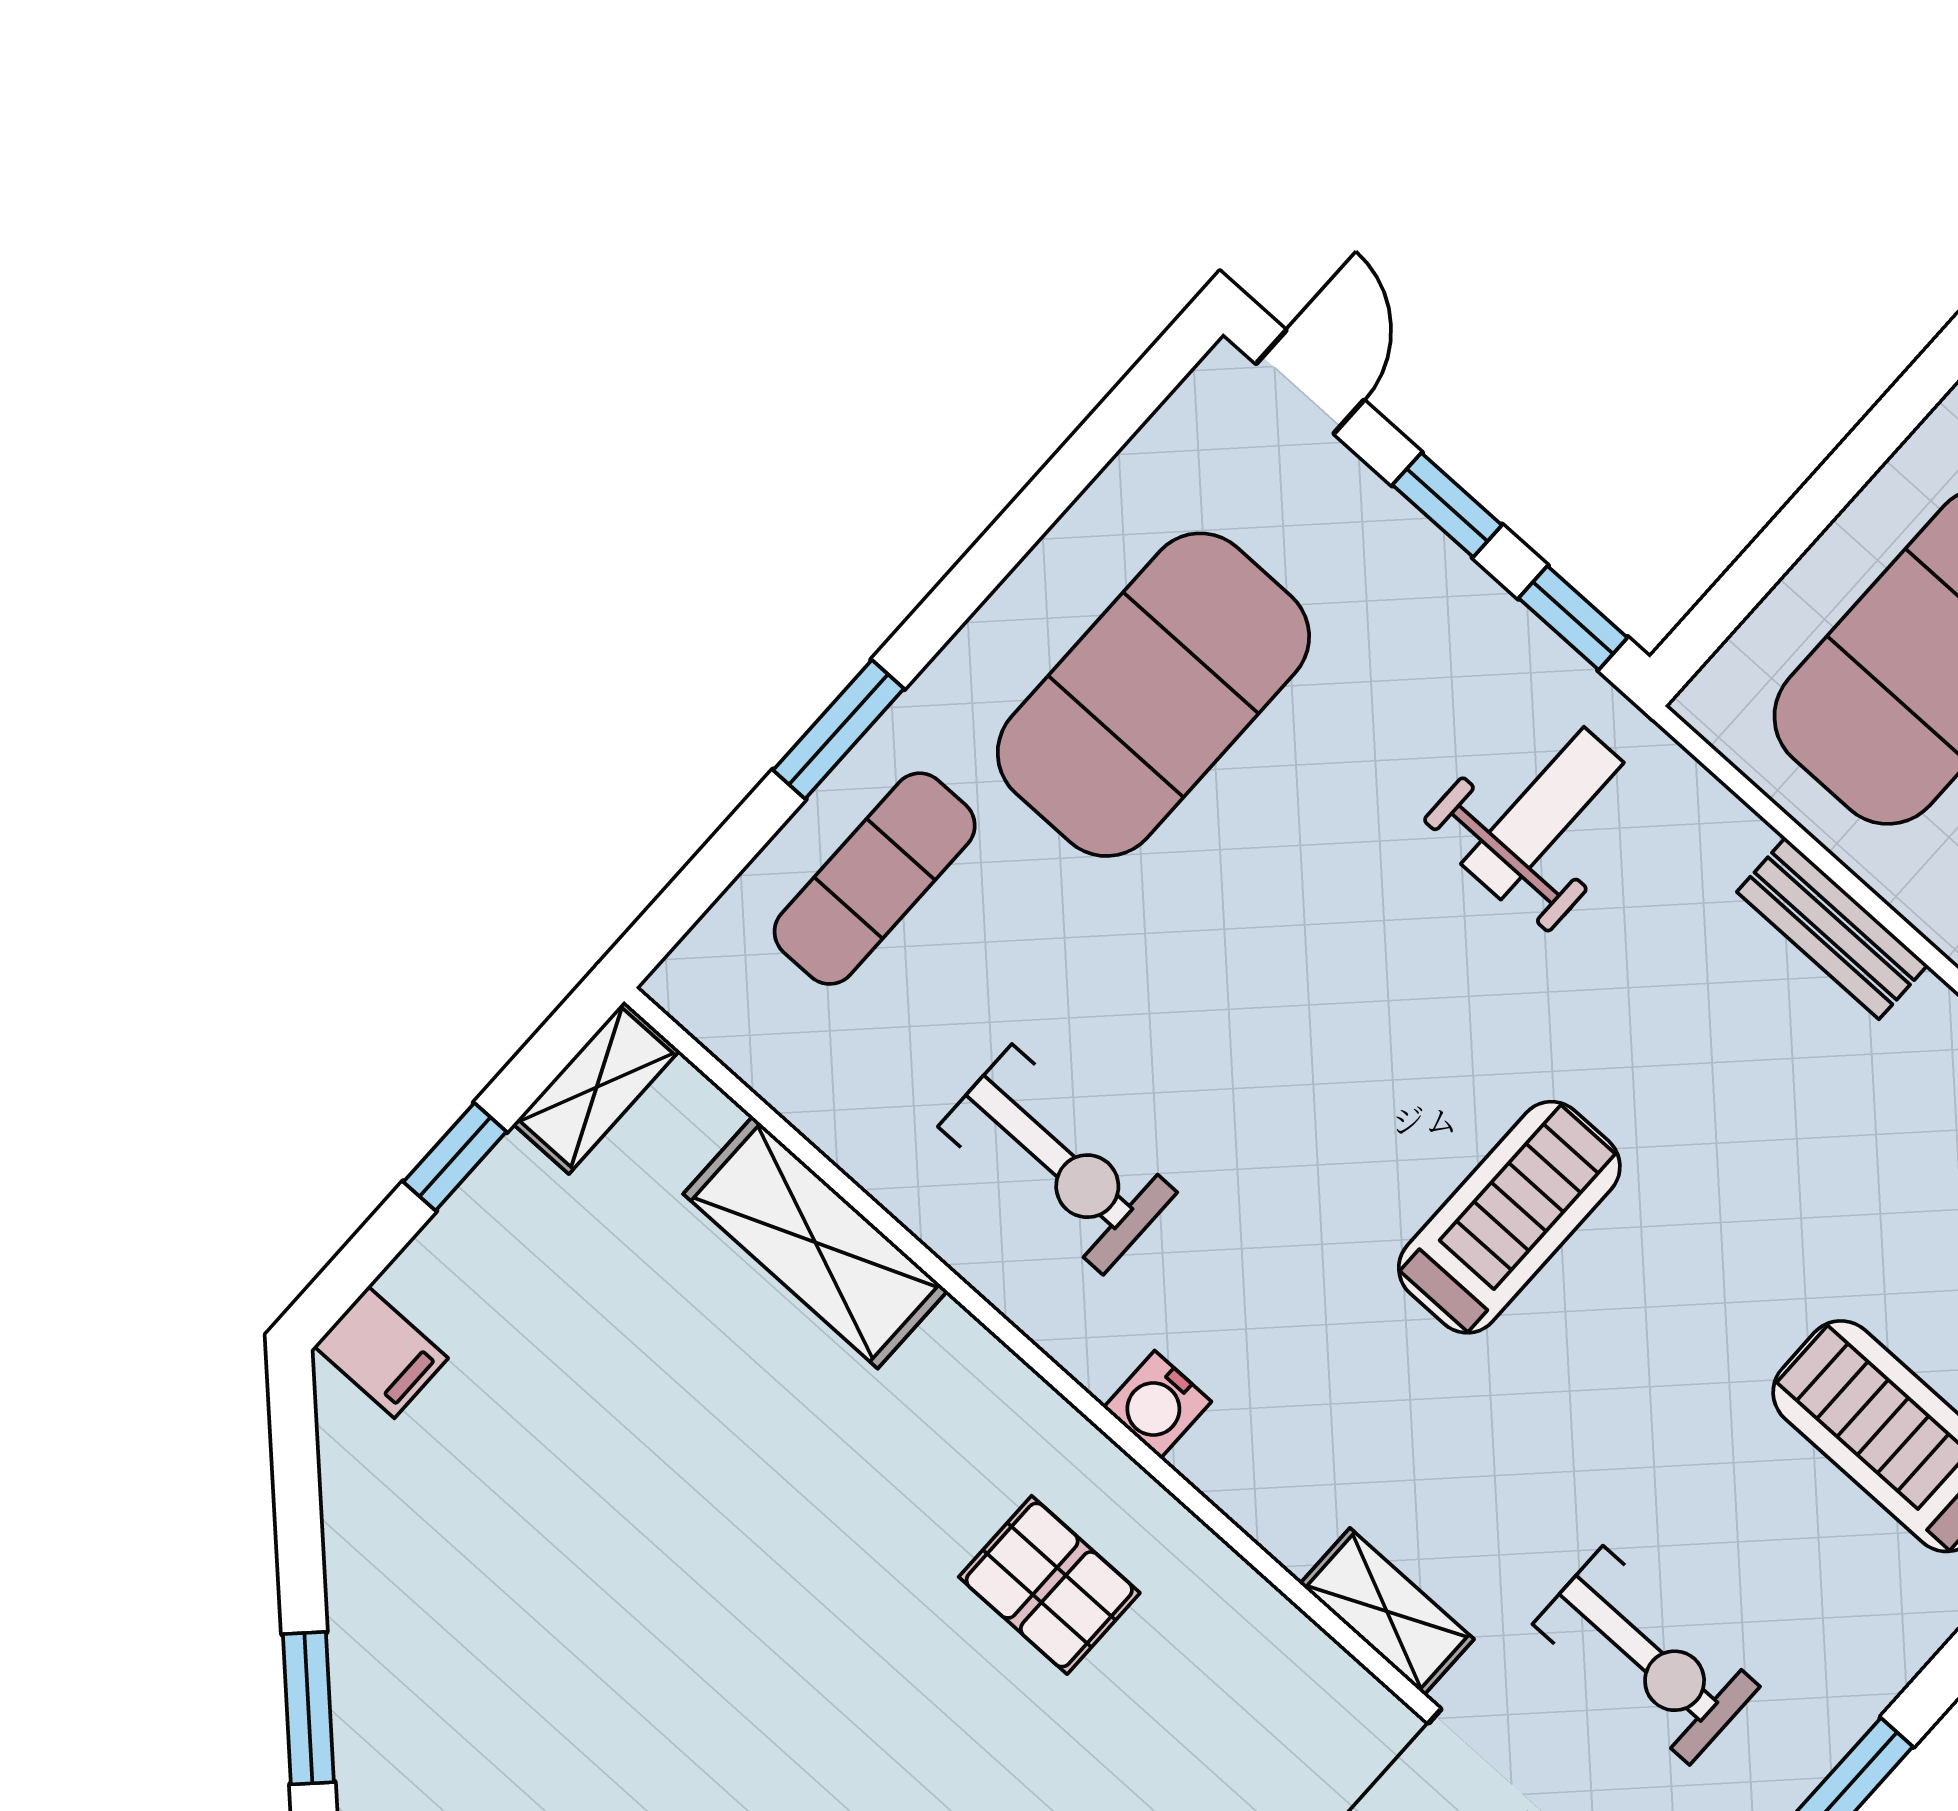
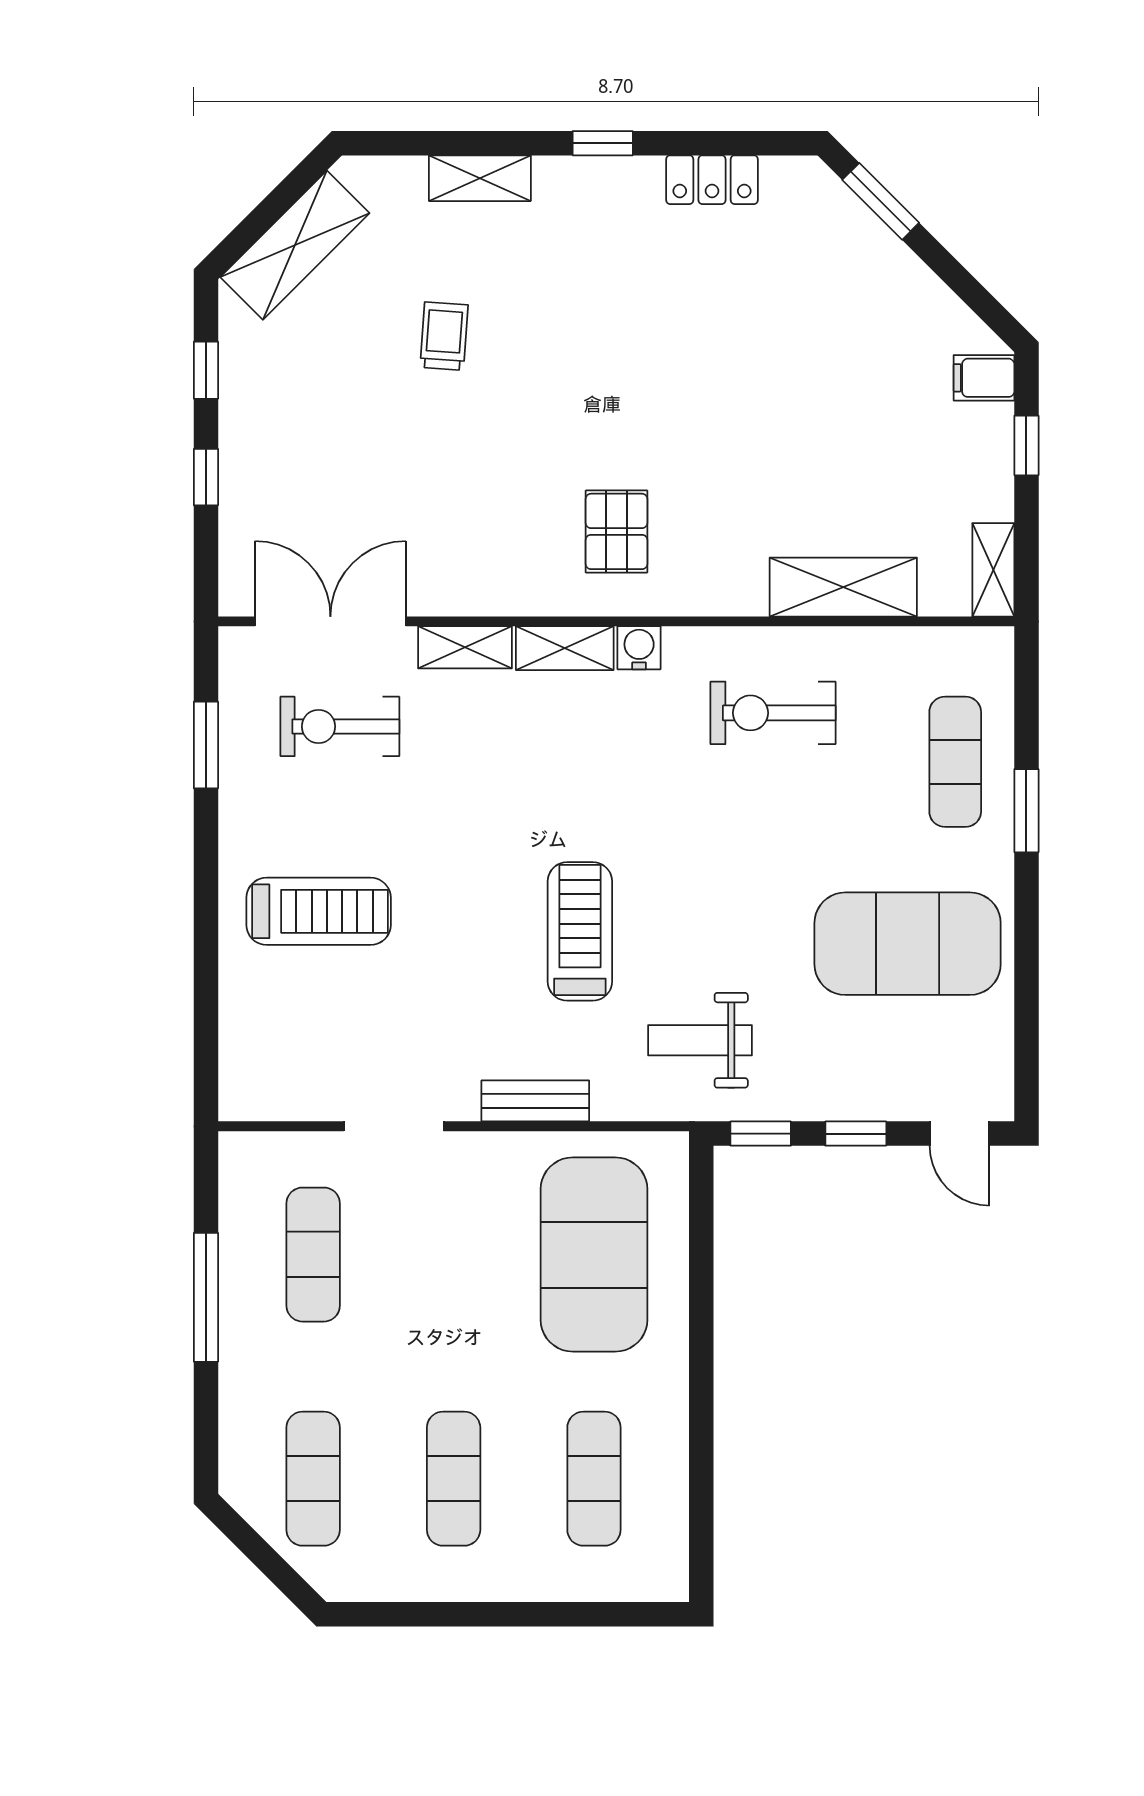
exercise mat: (1153, 695) -> (908, 944), turned 90
weight bench: (1542, 813) -> (700, 1040), turned 90
window: (455, 1157) -> (1026, 445), moved
treadmill: (1509, 1217) -> (580, 931), moved, turned 180
shelving: (1256, 1492) -> (565, 648), added
pallet: (1049, 1585) -> (616, 531), turned 90

